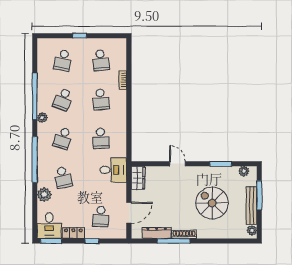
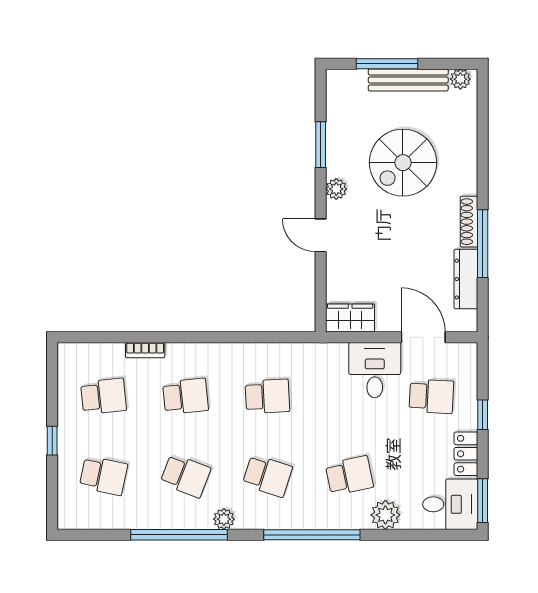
door: (177, 164) -> (321, 235), hinge flipped
desk: (113, 170) -> (375, 370), moved
plant: (244, 171) -> (336, 189), moved

